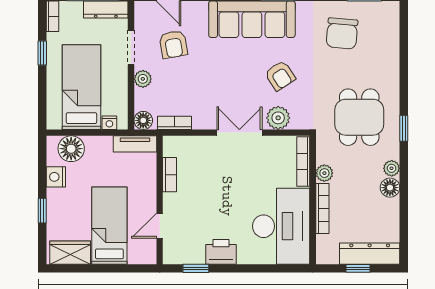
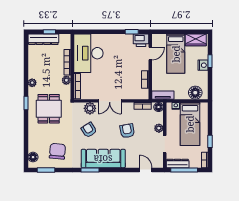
armchair: (173, 44) -> (127, 131), moved
nightstand: (56, 177) -> (203, 65), moved
floor lamp: (390, 188) -> (33, 157), moved
printer: (221, 252) -> (141, 40), moved

